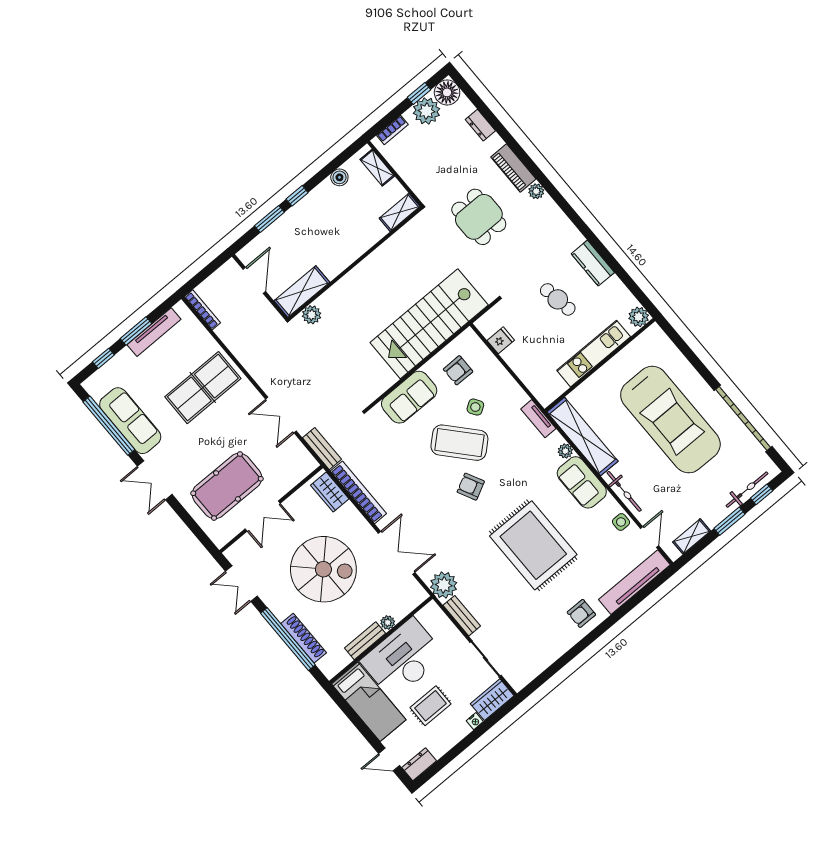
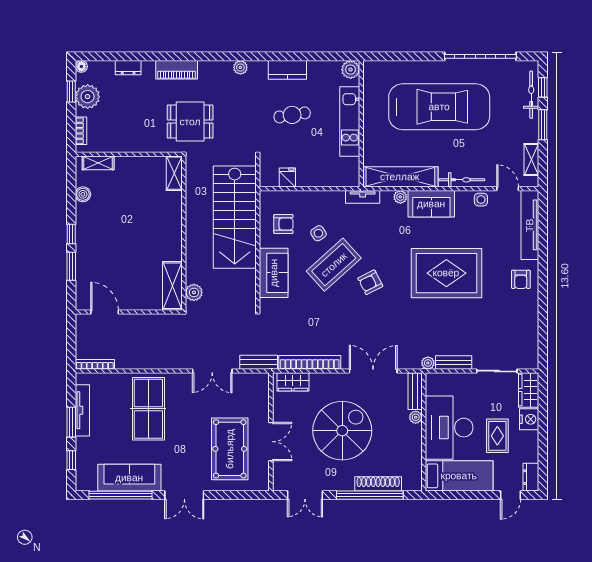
floor lamp: (447, 92) -> (81, 66), width x0.53, depth x0.53
plant: (536, 191) -> (240, 67), moved
shelving: (400, 212) -> (174, 173), moved
wall: (355, 263) -> (184, 233), moved
shelving: (302, 292) -> (172, 286), moved
plant: (312, 315) -> (194, 292), moved
armchair: (458, 370) -> (283, 224), turned -90
plant: (444, 585) -> (428, 363), width x0.53, depth x0.53
bench: (365, 641) -> (415, 391), moved
nightstand: (475, 721) -> (529, 419), width x1.89, depth x1.79

